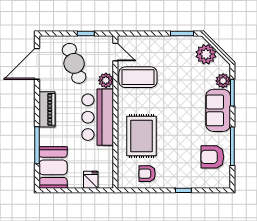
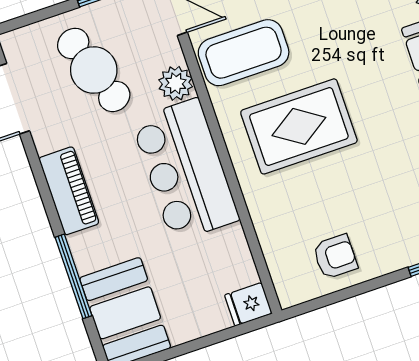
rug: (142, 136) -> (299, 126), moved, turned 90
armchair: (147, 174) -> (335, 257), turned 180
fridge: (91, 180) -> (248, 304), moved, turned -90

